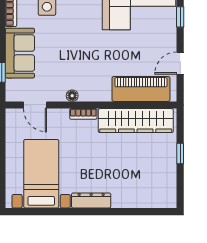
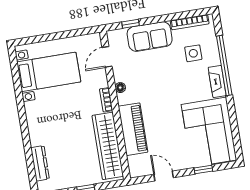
piano: (141, 89) -> (133, 129), moved
dresser: (91, 200) -> (40, 163), moved

